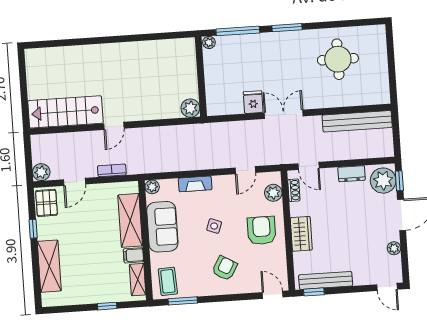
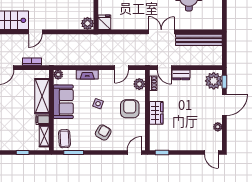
fridge: (253, 102) -> (104, 22), moved
double door: (284, 114) -> (161, 32), moved
dresser: (352, 174) -> (181, 75), moved
bench: (326, 280) -> (170, 145), removed
door: (273, 295) -> (134, 153), hinge flipped

